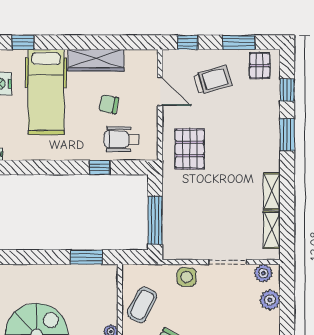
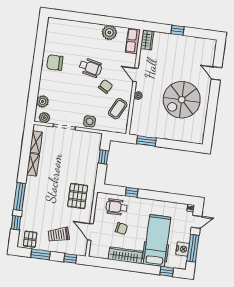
window: (287, 135) -> (20, 197), width x1.44
wheelchair: (122, 139) -> (117, 207), turned 180
window: (155, 220) -> (103, 157), width x0.46

